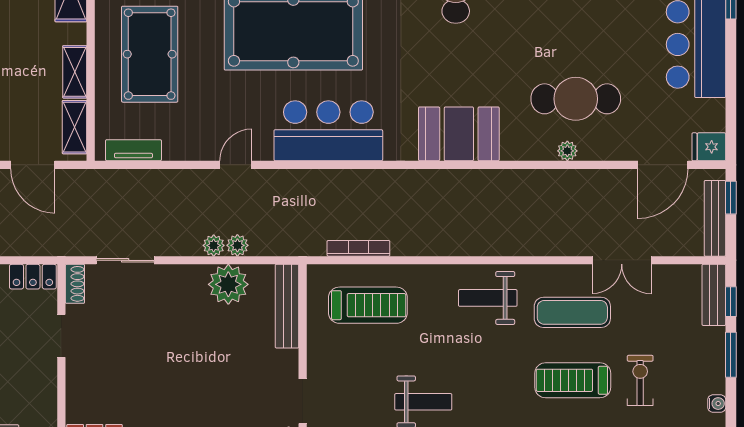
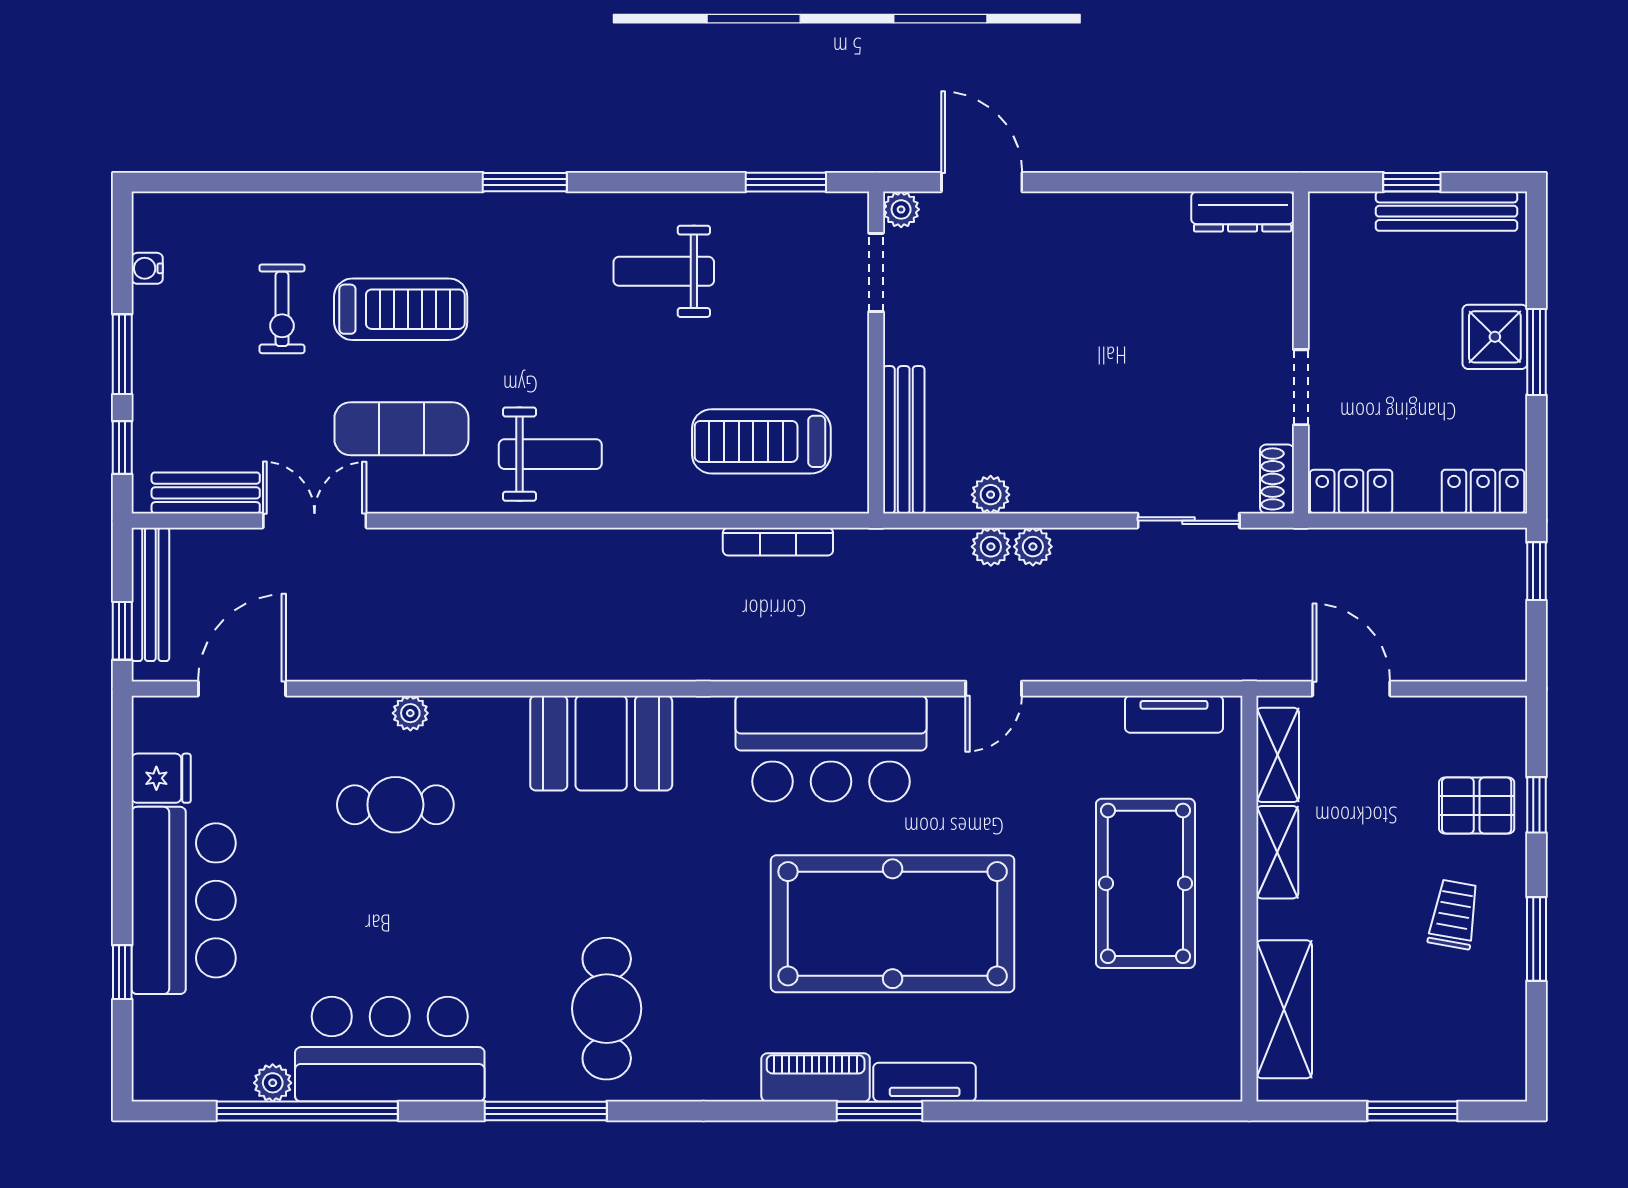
cafe table: (576, 99) -> (395, 805), width x0.73, depth x0.74
fridge: (709, 147) -> (161, 778), moved
plant: (228, 284) -> (991, 495), width x0.53, depth x0.53
bench: (714, 295) -> (206, 493), moved, turned 90

